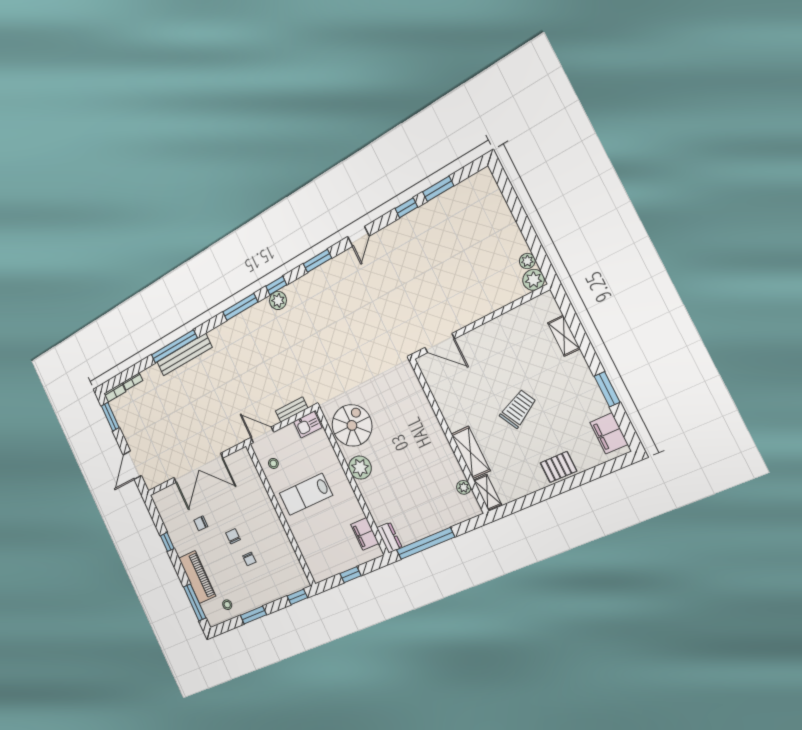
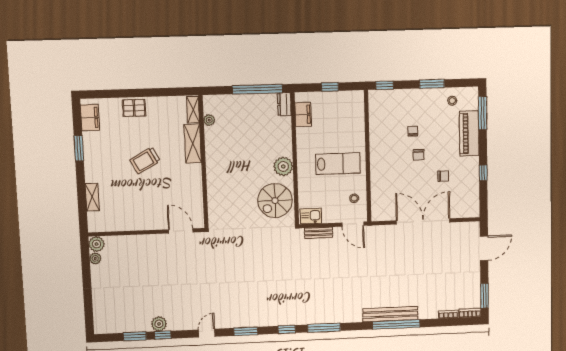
plant: (278, 300) -> (159, 324), moved

